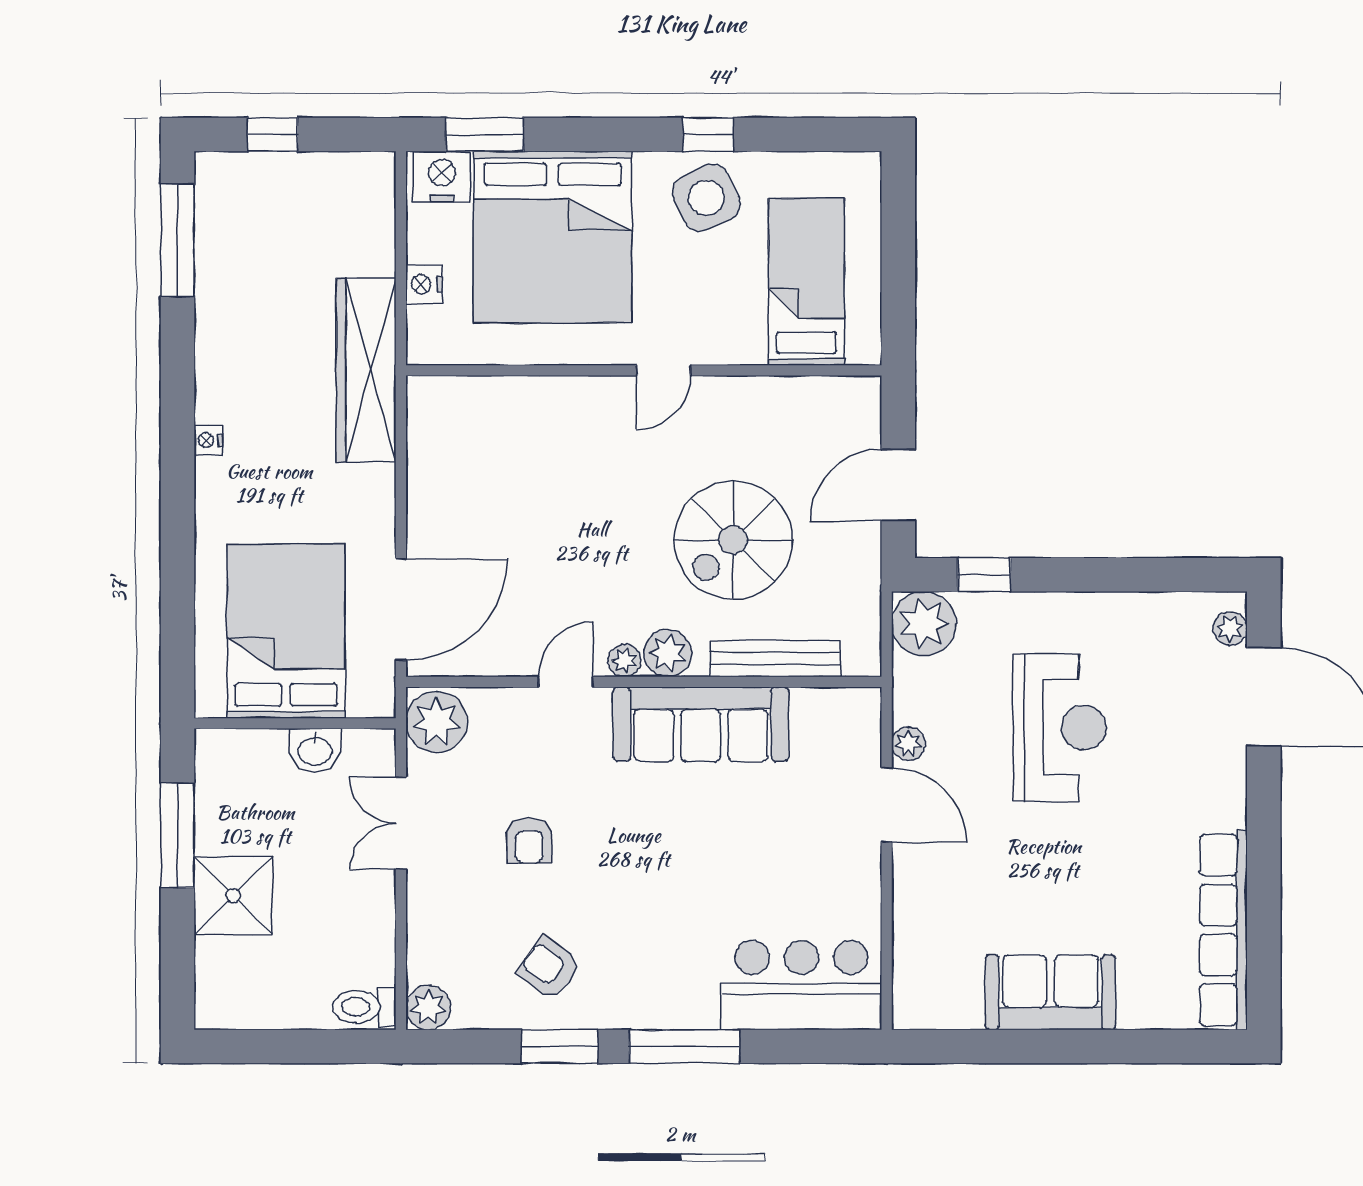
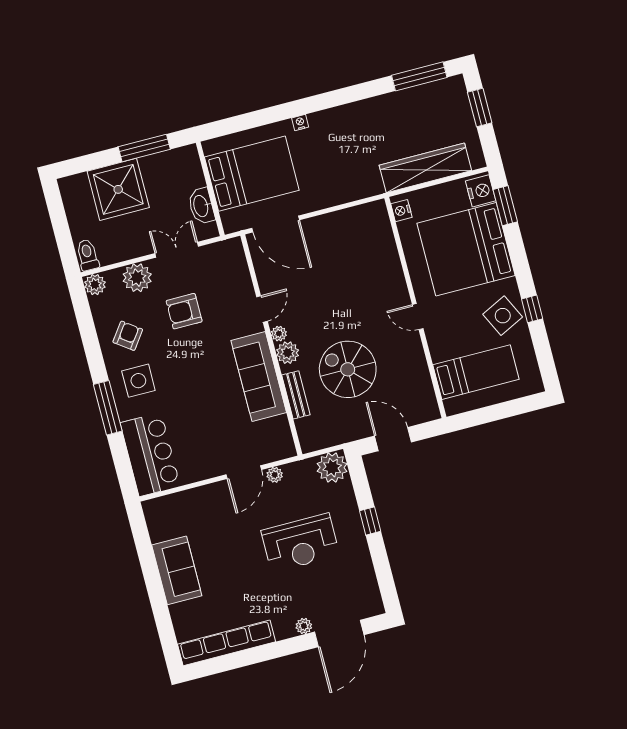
window: (273, 135) -> (480, 108), width x1.50
nightstand: (424, 284) -> (401, 211), moved, turned -90
wardrobe: (366, 370) -> (425, 168), moved
nightstand: (208, 440) -> (300, 123), moved
window: (984, 575) -> (370, 521), moved
plant: (1230, 628) -> (304, 626), moved
bench: (775, 659) -> (296, 395), width x0.73
door: (566, 682) -> (262, 309), hinge flipped
plant: (436, 722) -> (137, 278), moved
washbasin: (315, 750) -> (201, 206), width x1.38
armchair: (529, 841) -> (184, 311), width x1.38, depth x1.38
shower: (233, 896) -> (118, 189), width x1.37, depth x1.37
side table: (646, 970) -> (138, 381), added
window: (560, 1046) -> (93, 350), removed

